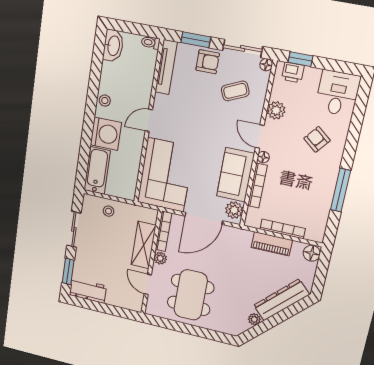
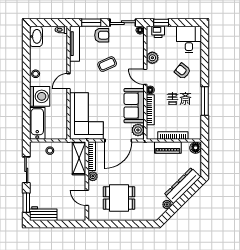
coffee table: (235, 91) -> (107, 64), moved
shelving: (144, 245) -> (79, 158), moved
dining table: (191, 295) -> (119, 198), width x0.73

